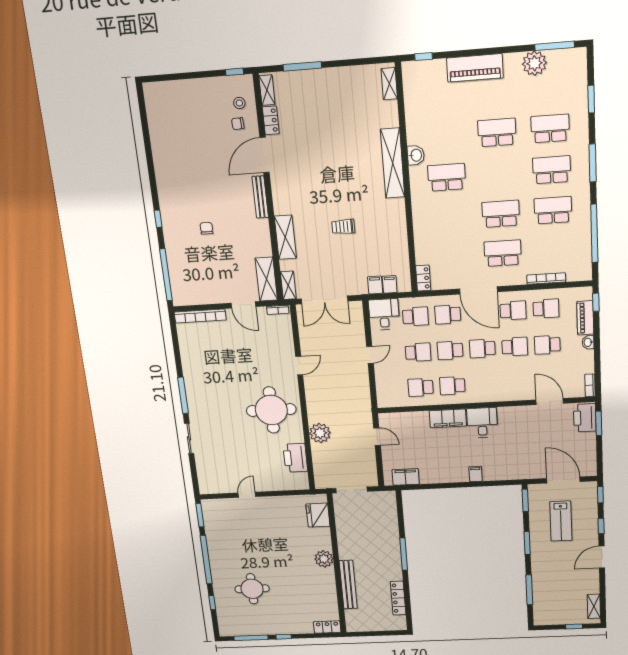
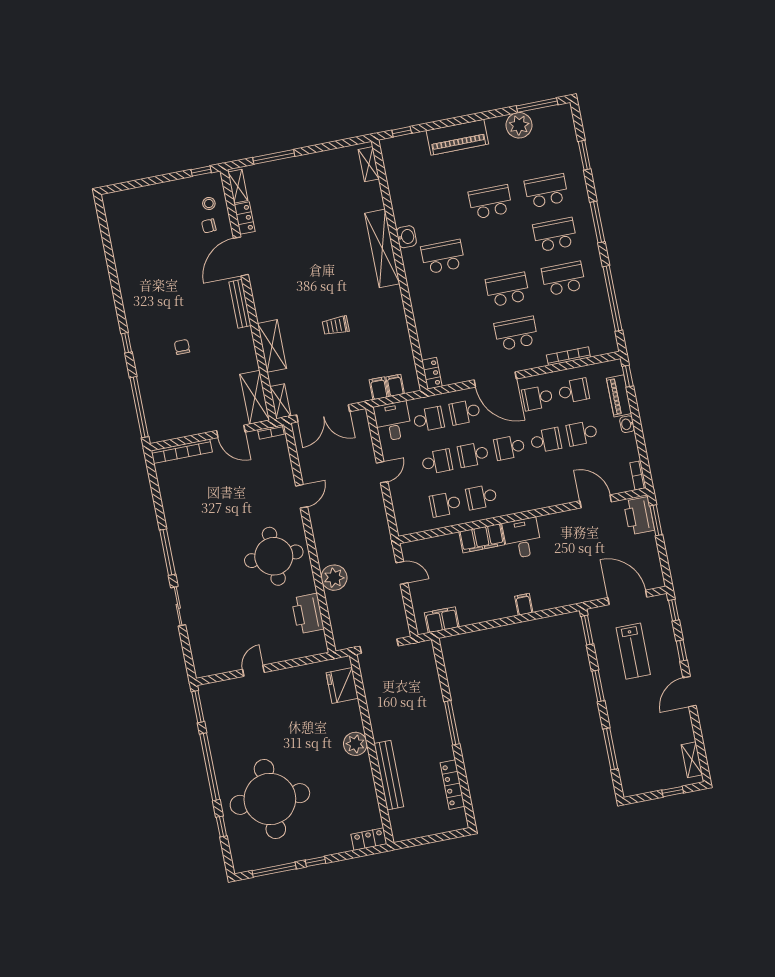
school desk: (513, 311) -> (537, 398), turned 180
round table: (252, 589) -> (270, 799), width x1.86, depth x1.86

